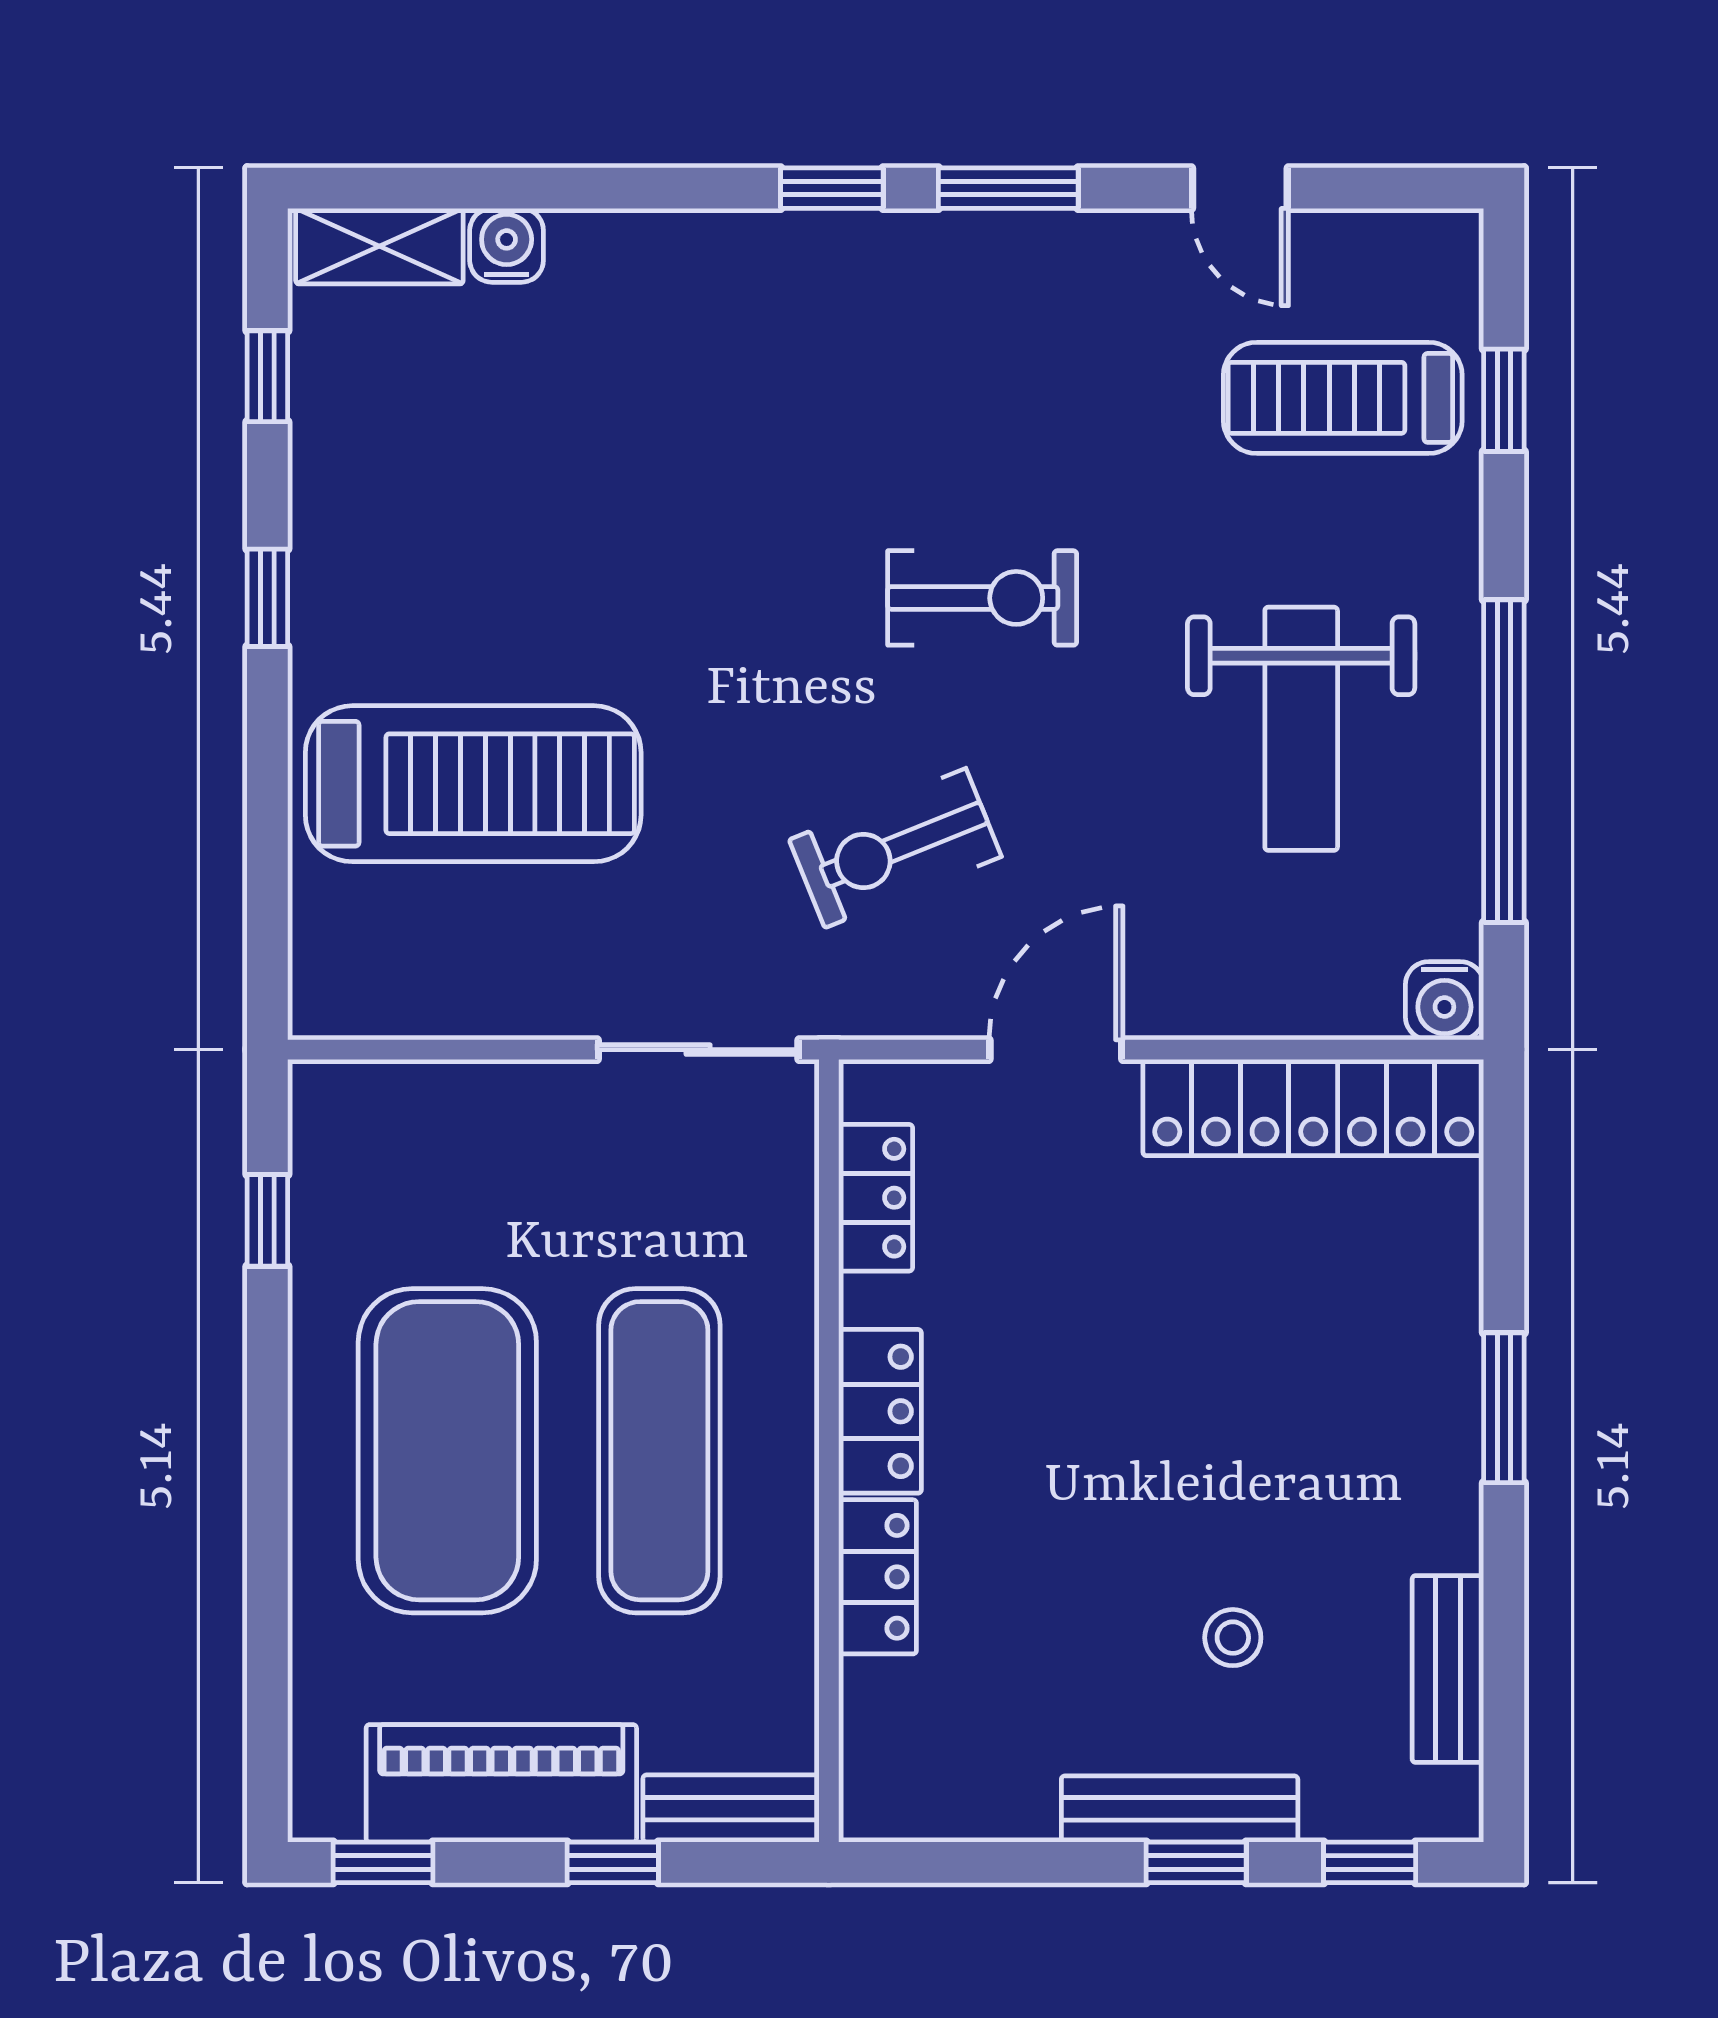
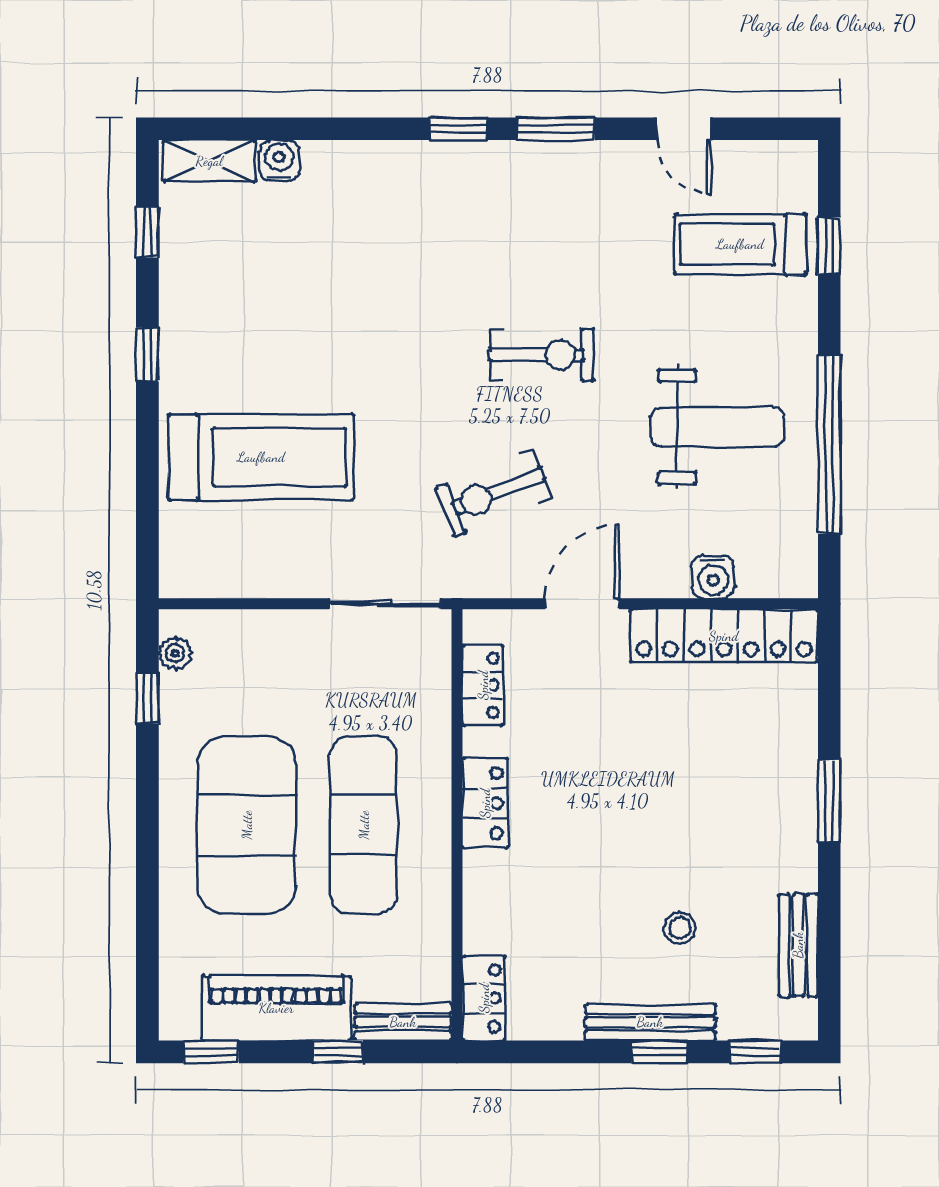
weight bench: (1301, 729) -> (717, 427), turned -90
water cooler: (1444, 1001) -> (713, 577), moved
plant: (318, 1139) -> (175, 653), added
locker: (878, 1577) -> (484, 998), moved

